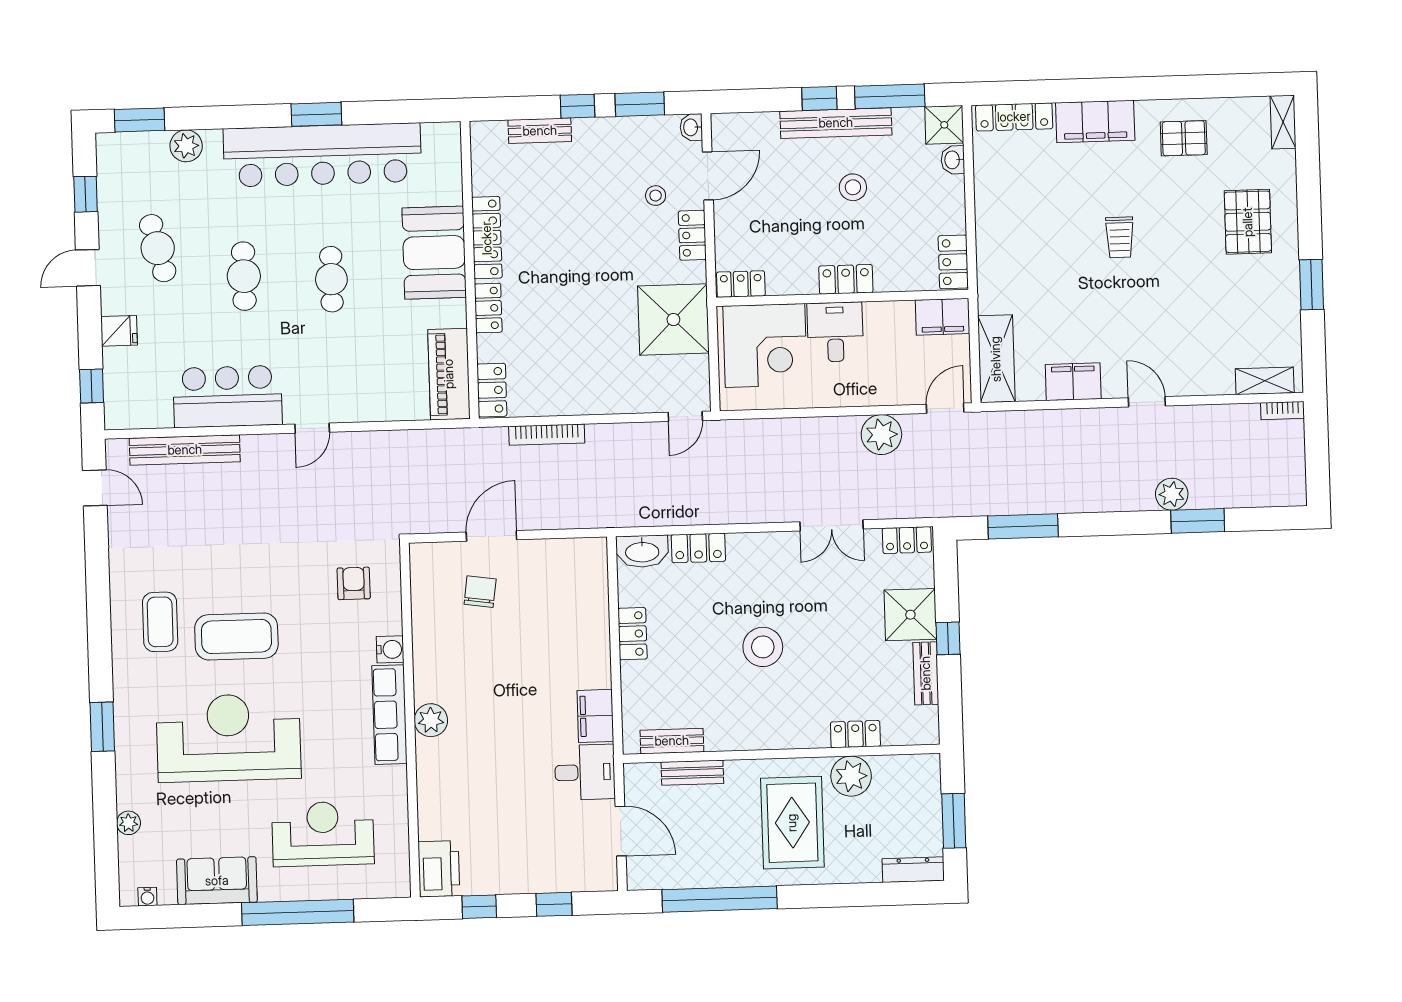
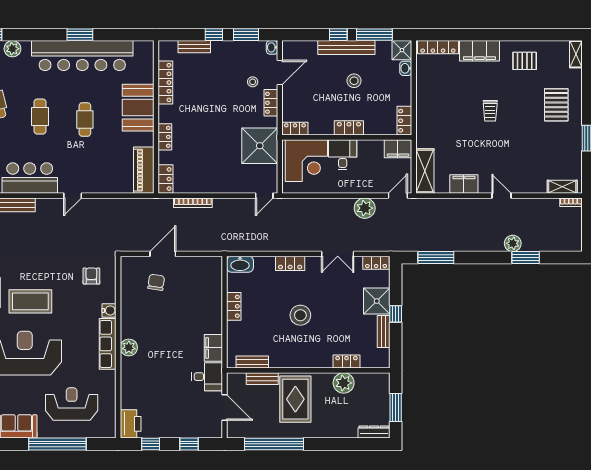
locker: (487, 238) -> (165, 83), moved
locker: (698, 548) -> (290, 263), moved
rug: (792, 823) -> (295, 399), moved

